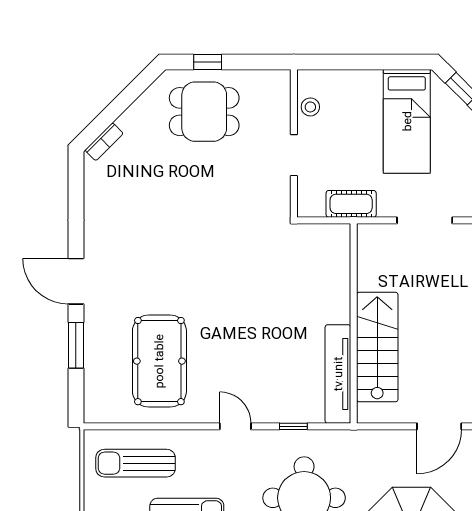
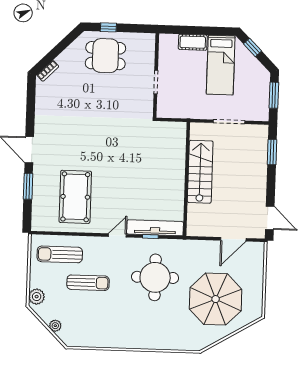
stool: (310, 107) -> (166, 55), removed
cot: (351, 204) -> (193, 42), moved
stairs: (377, 347) -> (200, 172), moved
tv unit: (338, 374) -> (155, 228), moved, turned 90
door: (235, 426) -> (117, 235), hinge flipped

